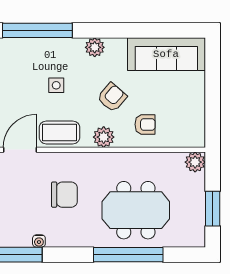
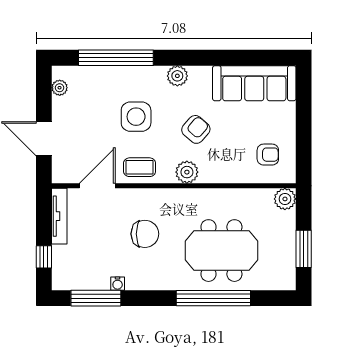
side table: (56, 85) -> (136, 117), width x1.87, depth x1.87
armchair: (145, 124) -> (268, 155), moved
coffee table: (59, 132) -> (140, 167), width x0.73, depth x0.77

